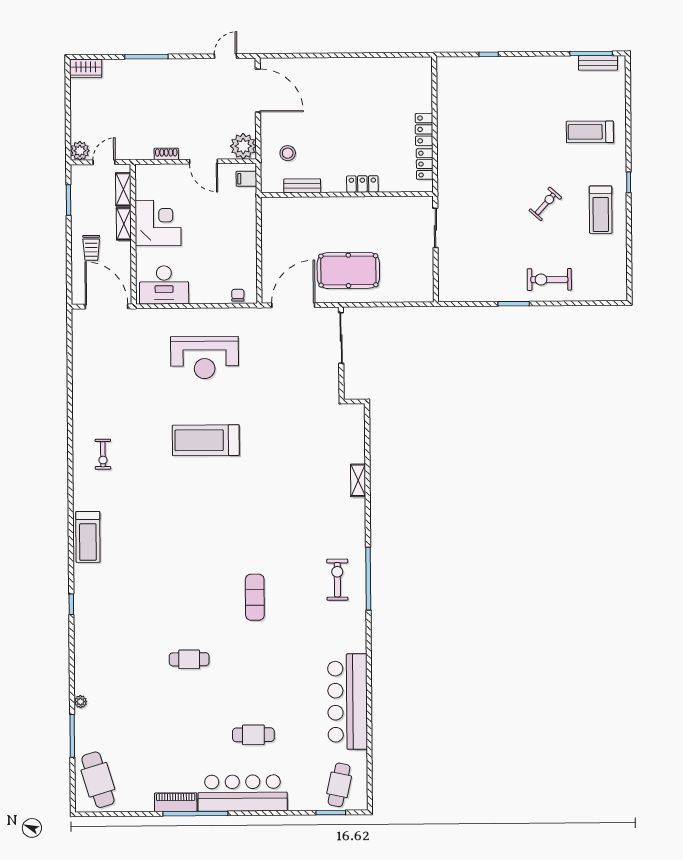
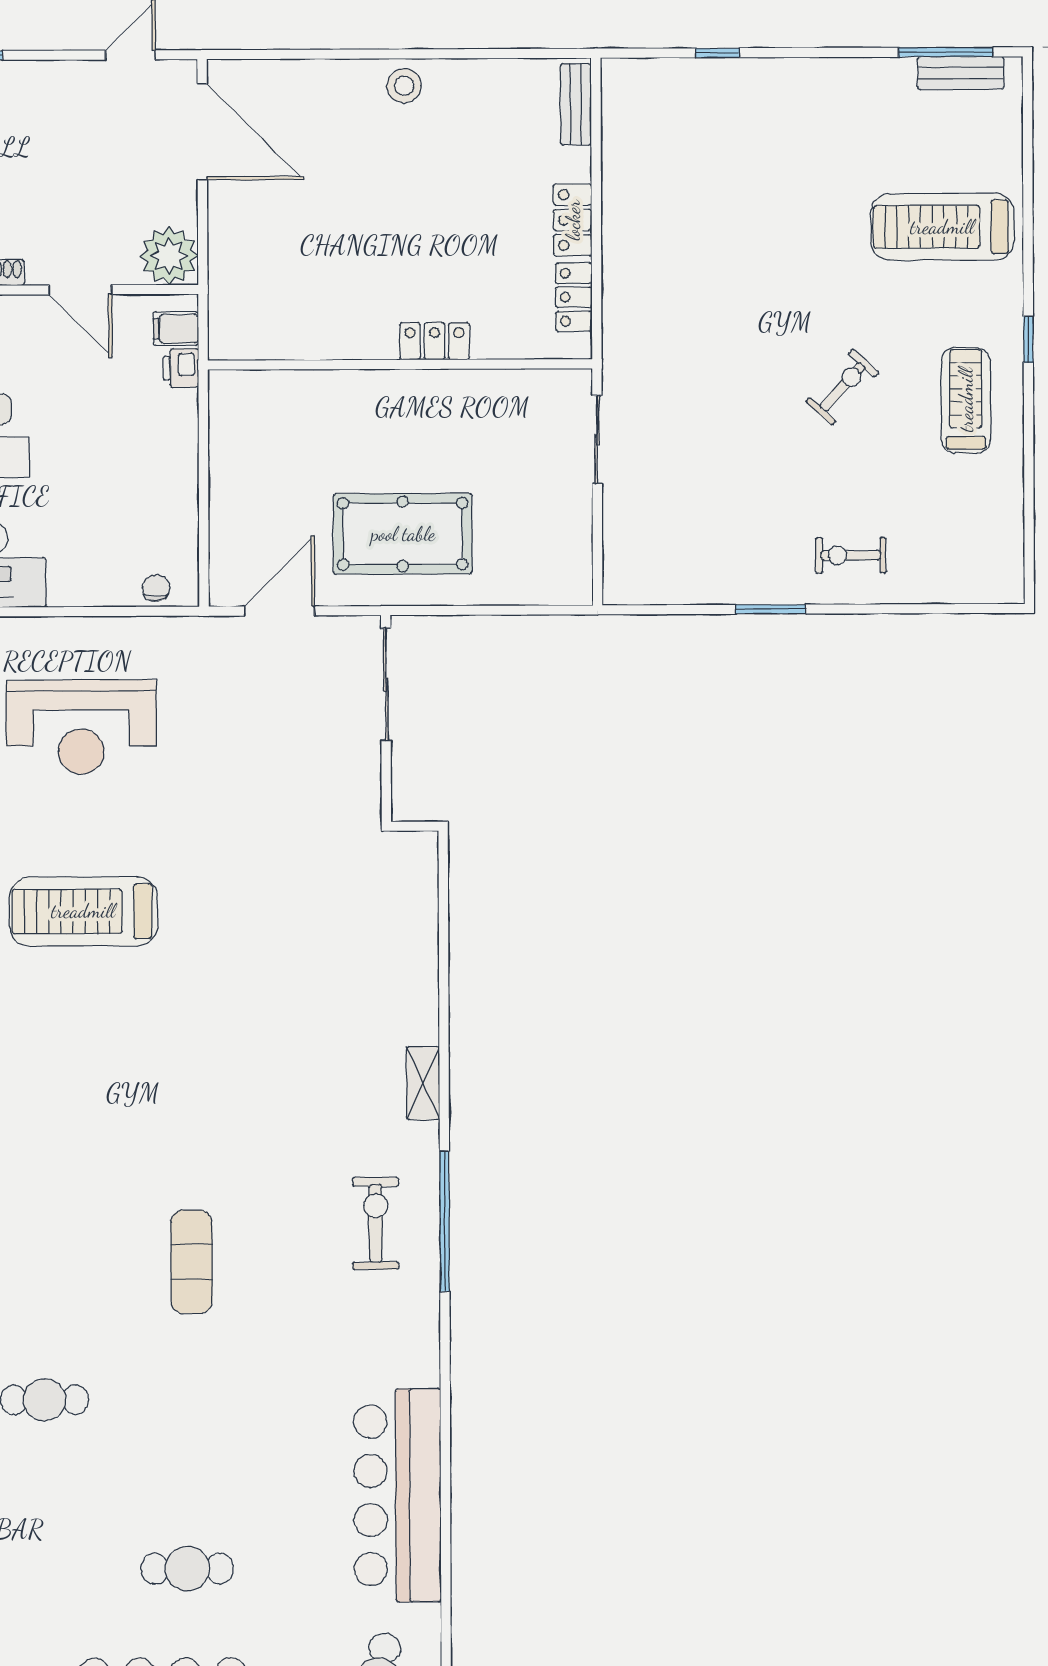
treadmill: (590, 132) -> (942, 227), width x1.37, depth x1.38
stool: (288, 153) -> (404, 86), moved
bench: (302, 186) -> (576, 104), moved, turned 90
printer: (249, 196) -> (181, 368), added
treadmill: (601, 210) -> (966, 400), turned 180
exercise bike: (549, 279) -> (851, 555), width x0.73, depth x0.72
door: (293, 305) -> (279, 611), width x0.73
shelving: (358, 480) -> (423, 1083), moved

